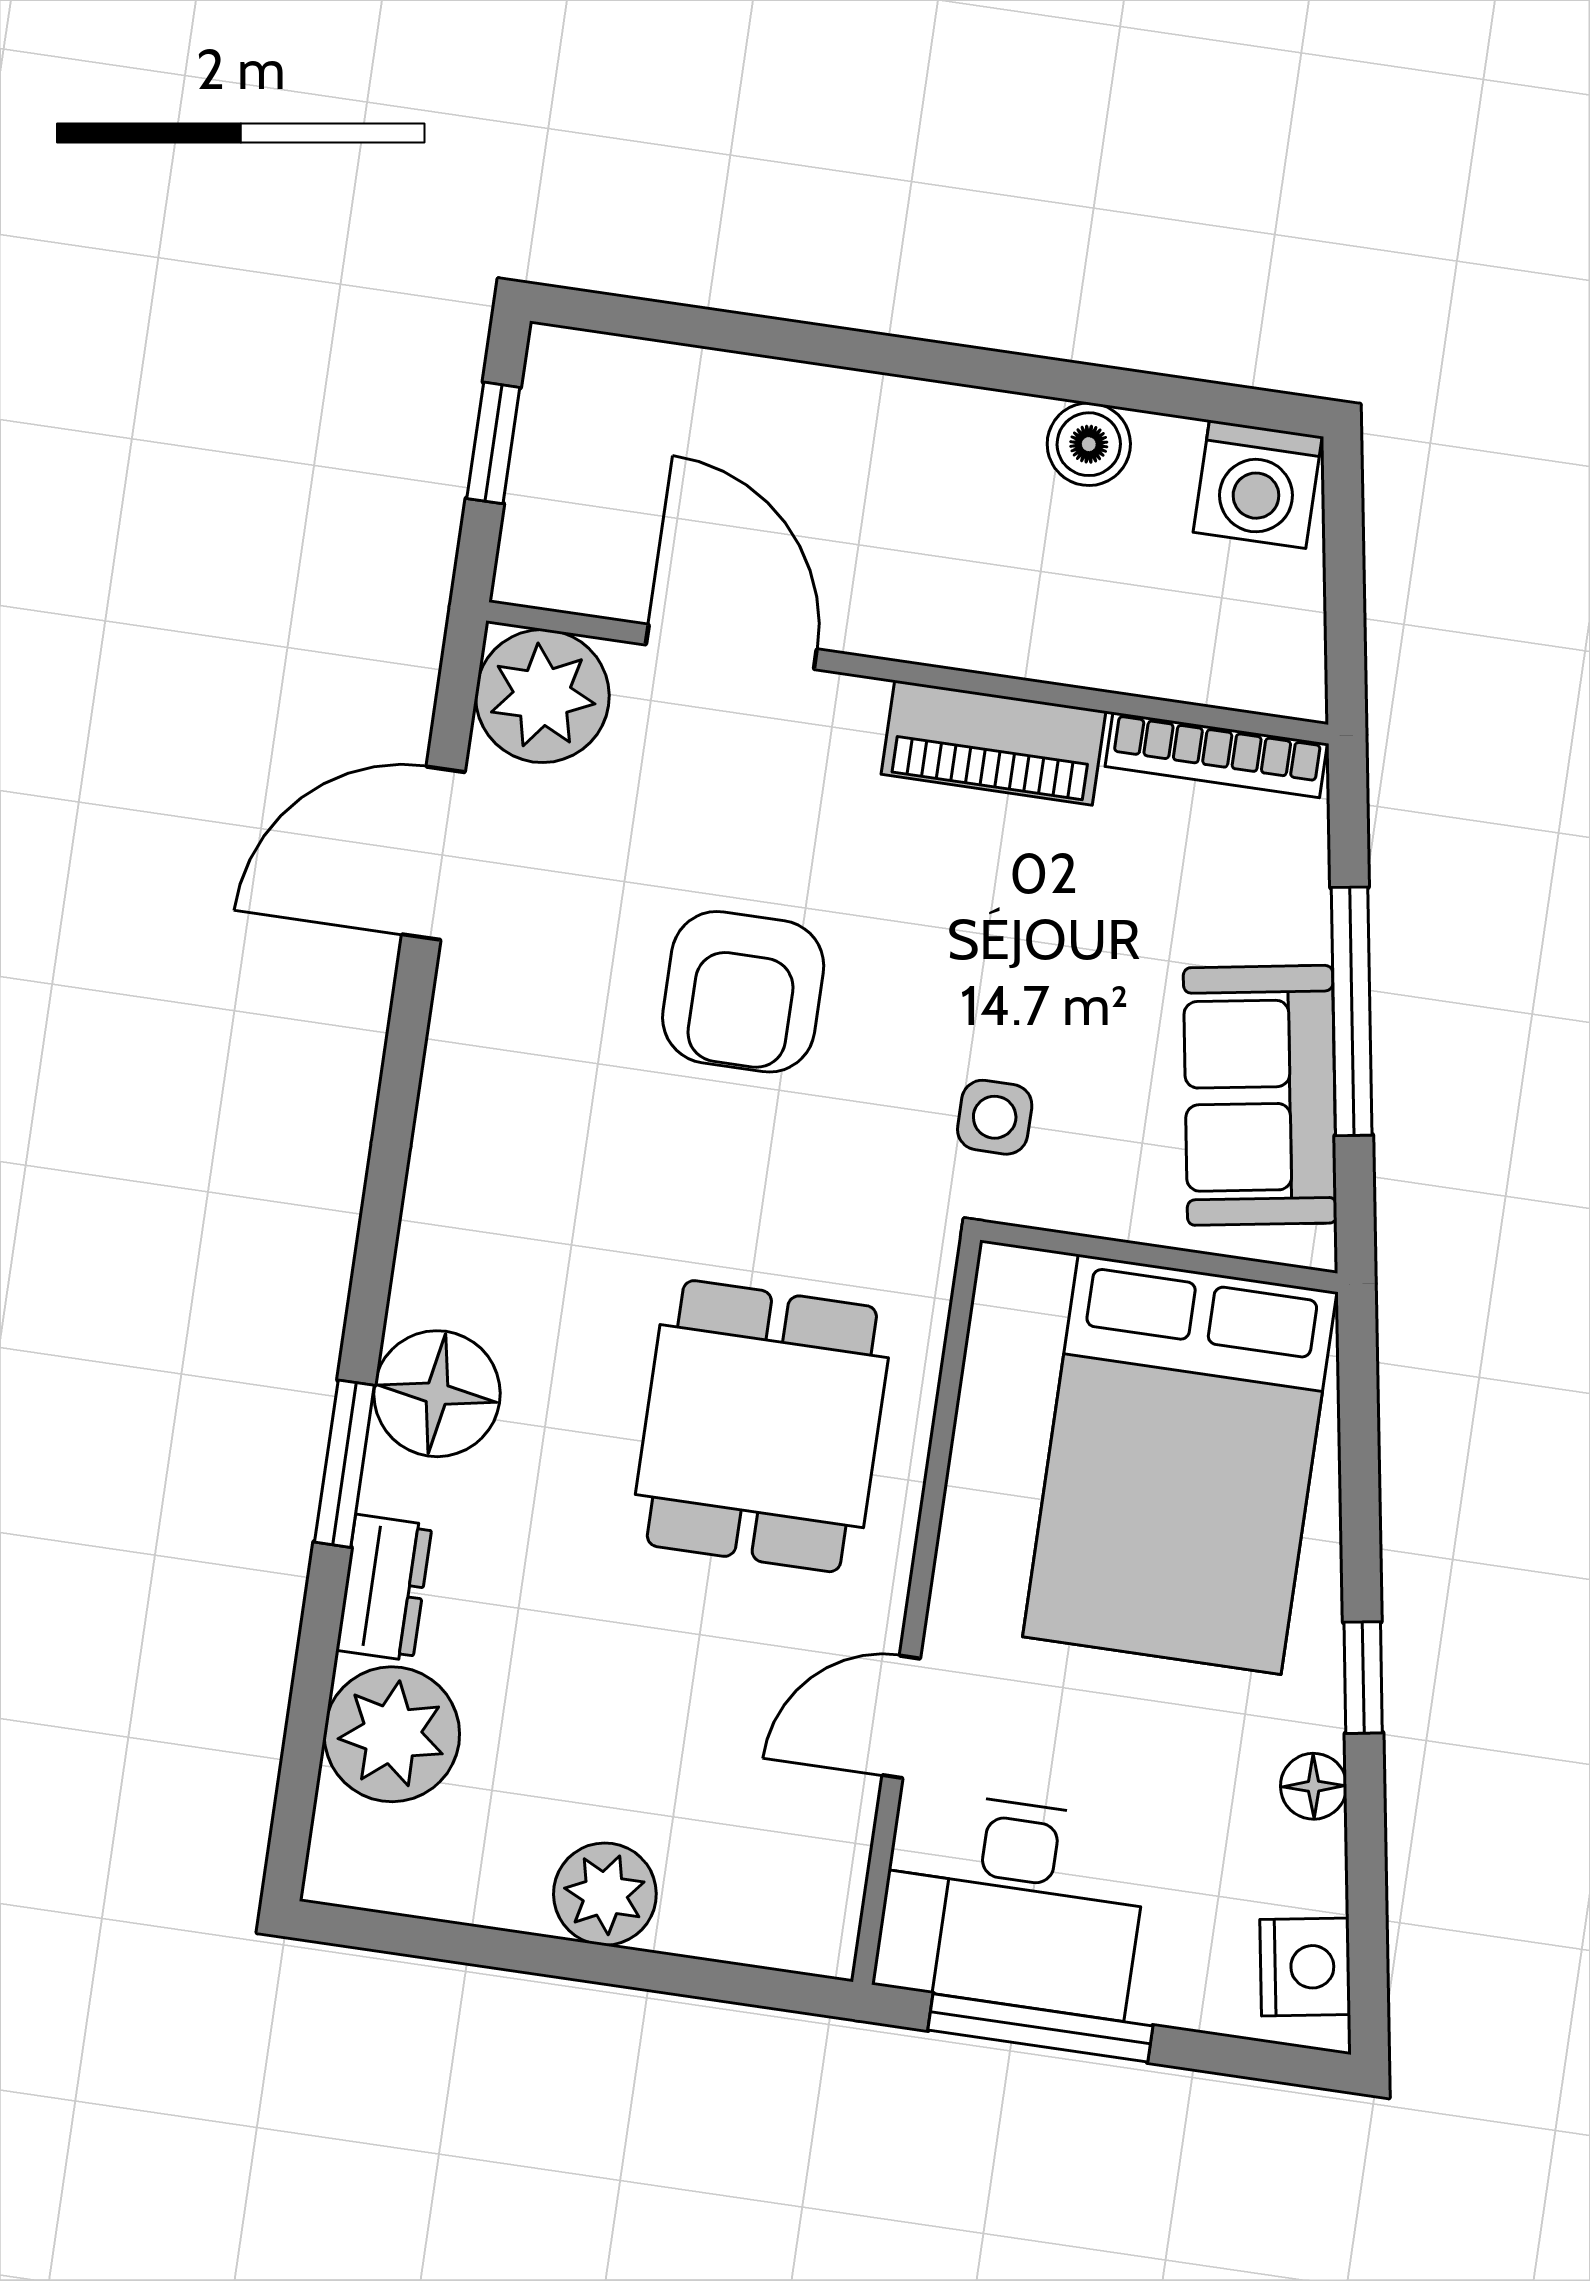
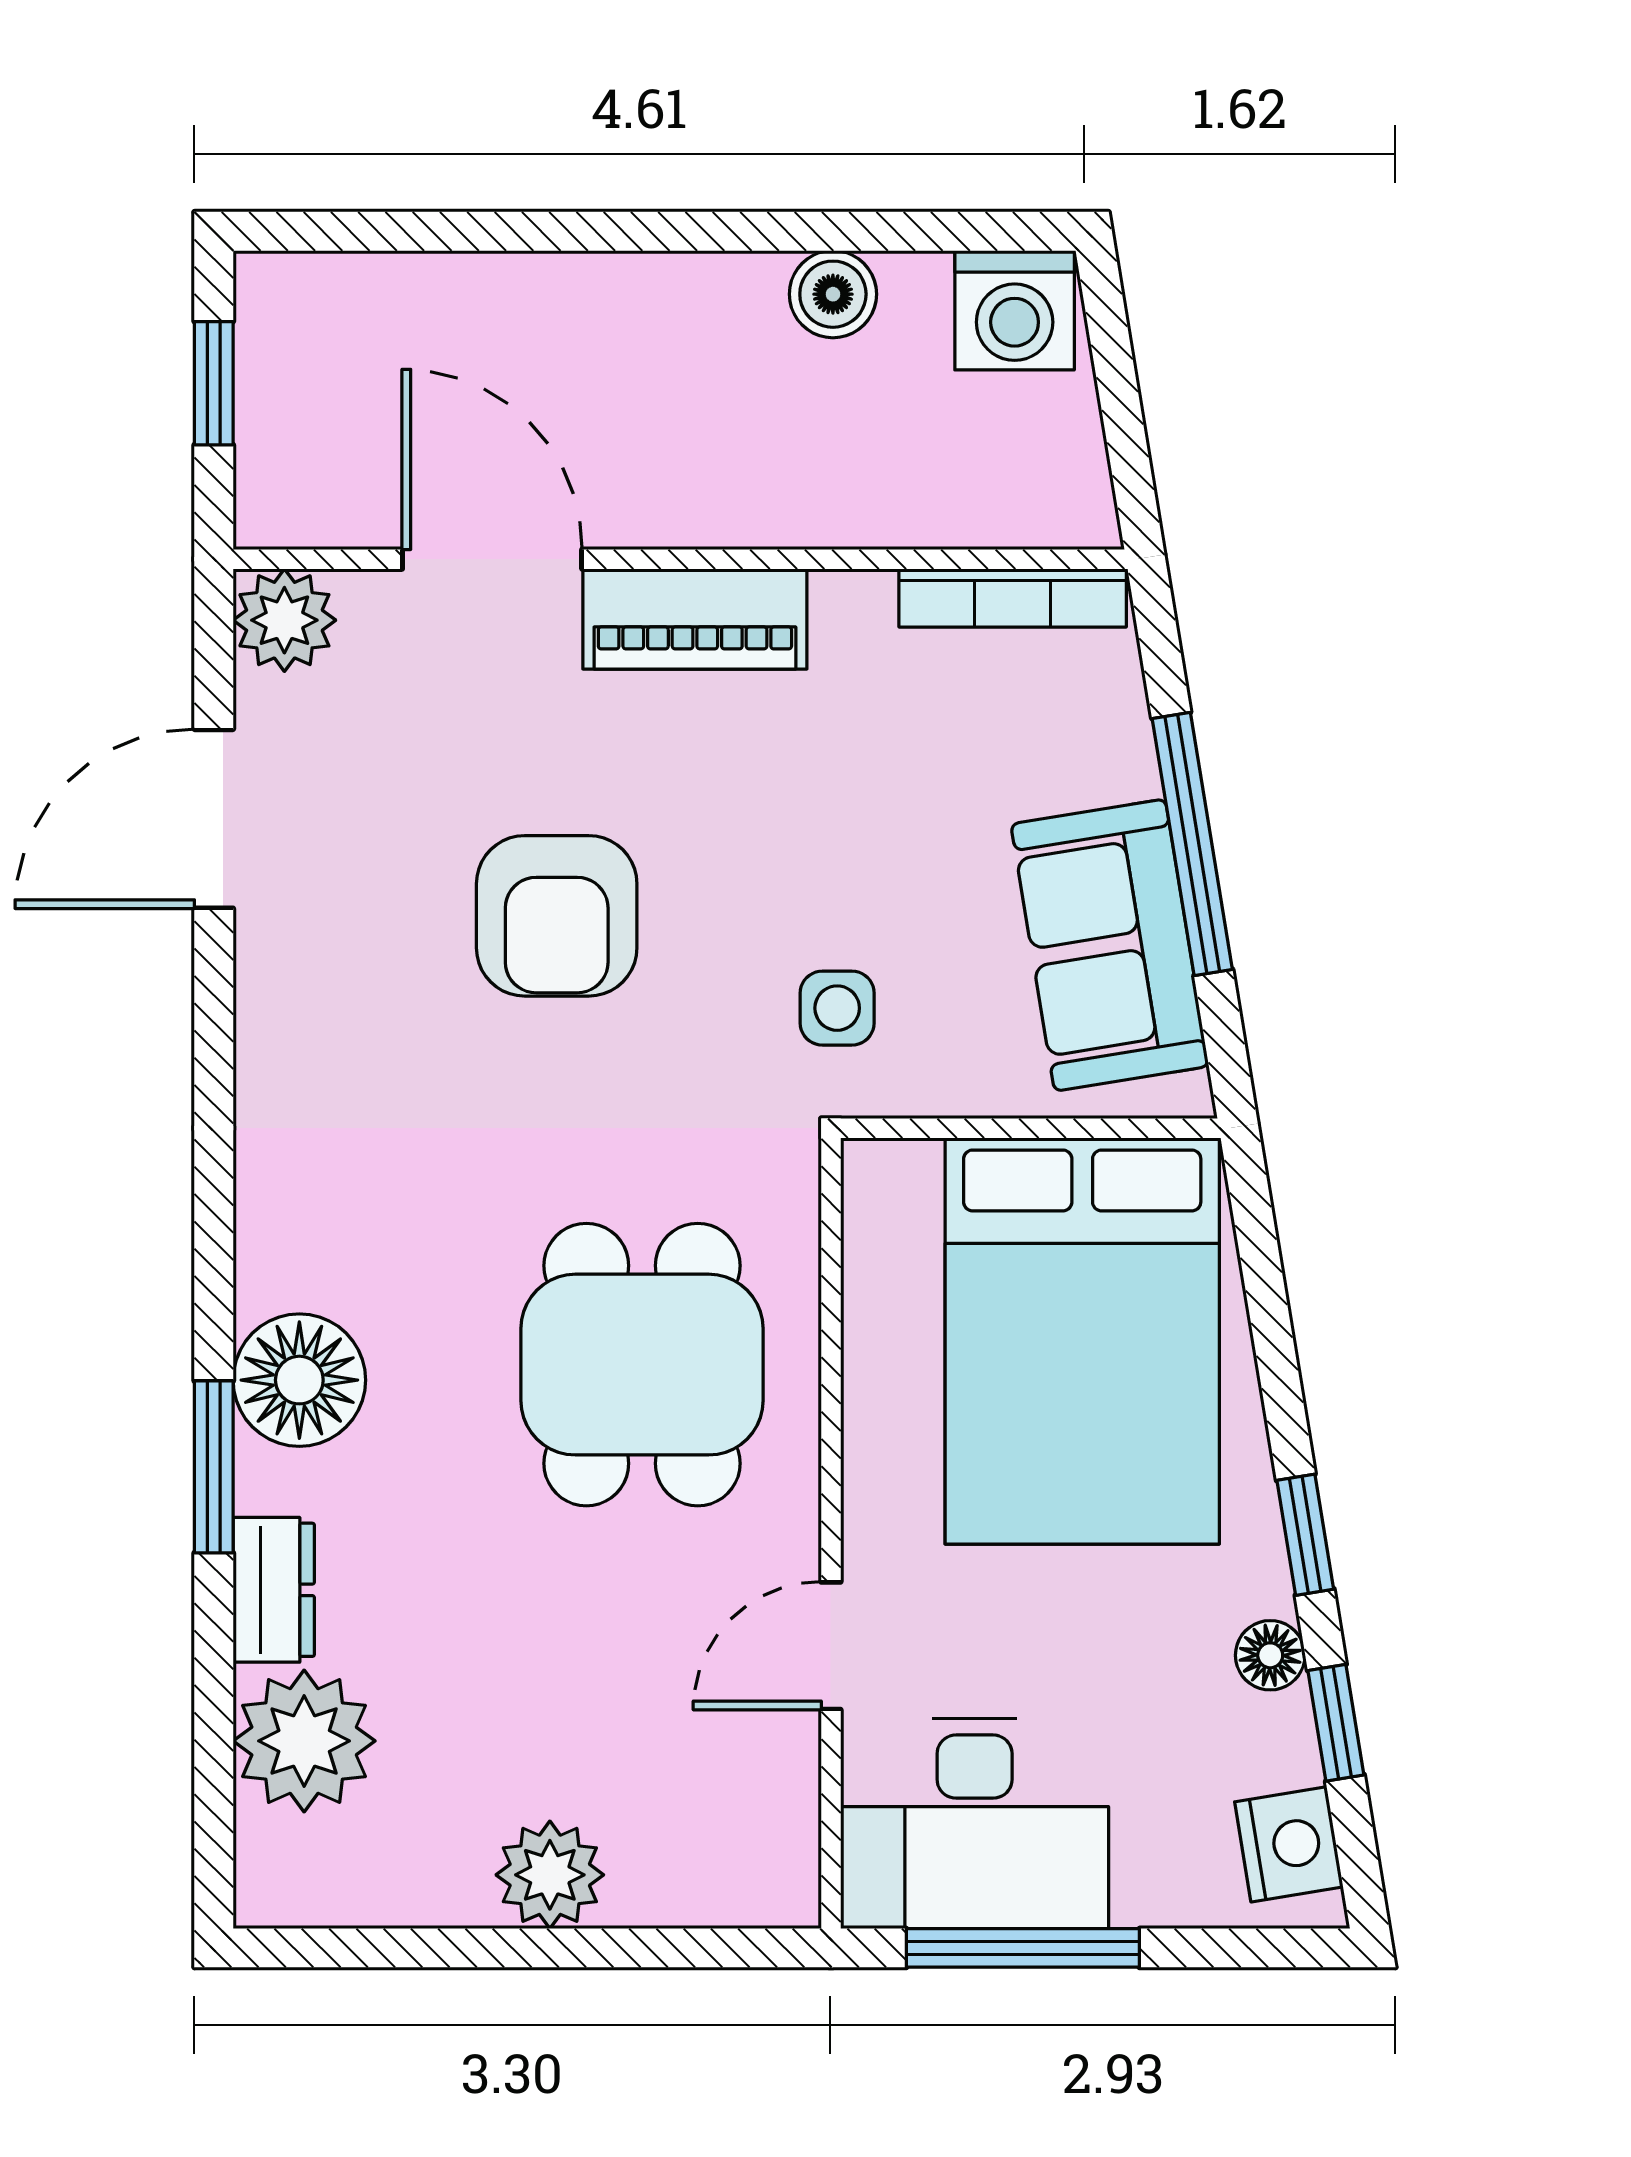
plant: (542, 696) -> (284, 620), width x0.73, depth x0.73
piano: (994, 743) -> (695, 619), moved
window: (1366, 1859) -> (1336, 1723), added

